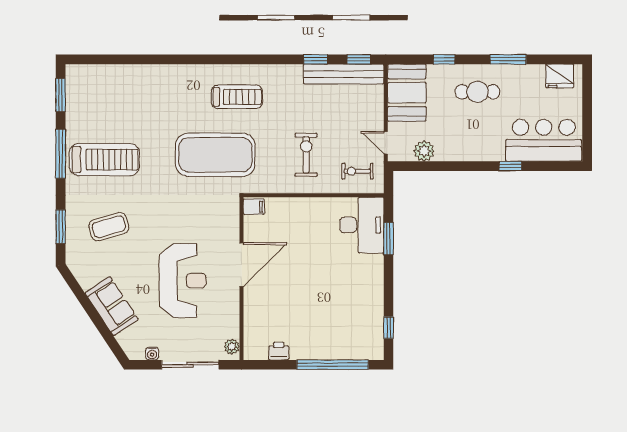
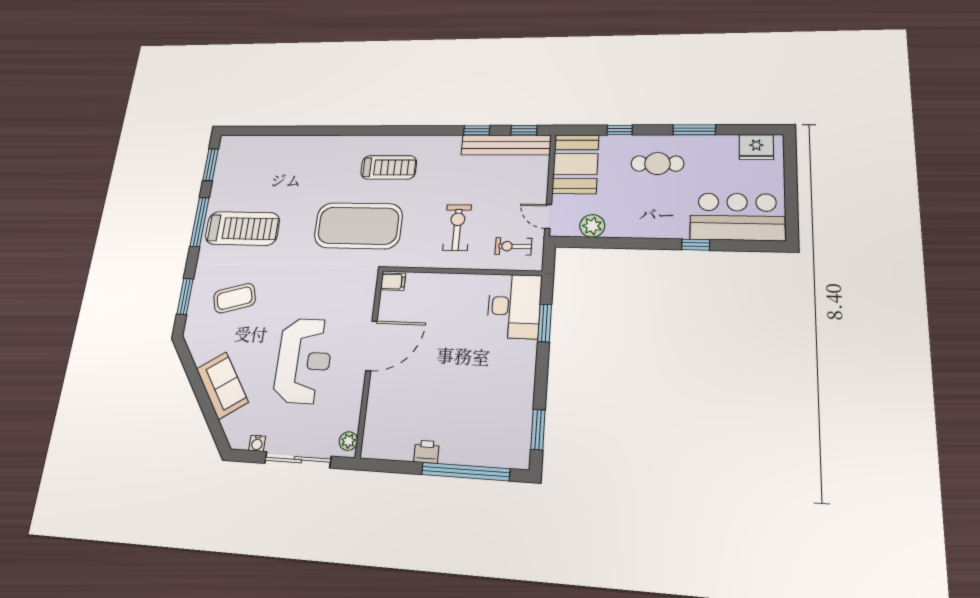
window: (389, 328) -> (538, 430), width x1.50
printer: (279, 351) -> (426, 452), moved

